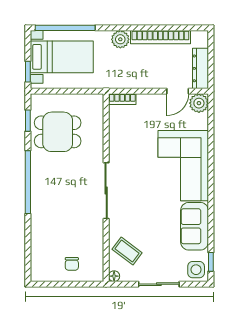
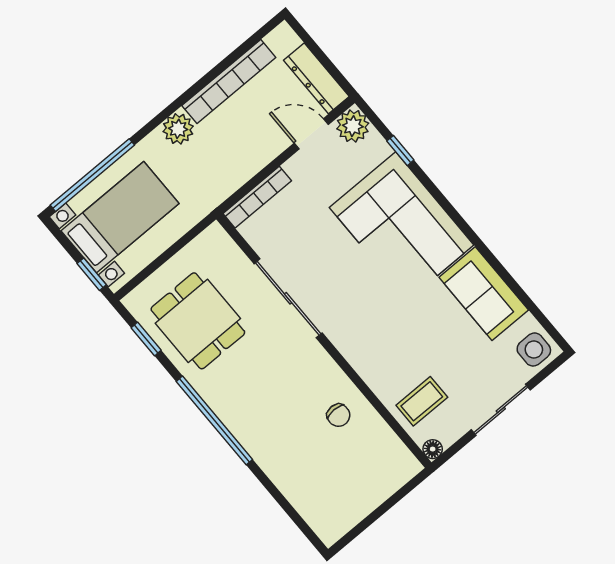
door: (178, 91) -> (311, 134), swing flipped
bookcase: (122, 99) -> (257, 197), width x1.56
dining table: (58, 132) -> (198, 321), turned 90
sliding door: (106, 191) -> (288, 298), moved
coffee table: (127, 251) -> (422, 401), turned -37
window: (211, 262) -> (400, 150), moved
chair: (72, 264) -> (338, 415), moved

